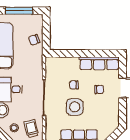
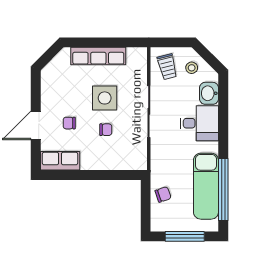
row of seats: (99, 63) -> (60, 161), width x0.68

